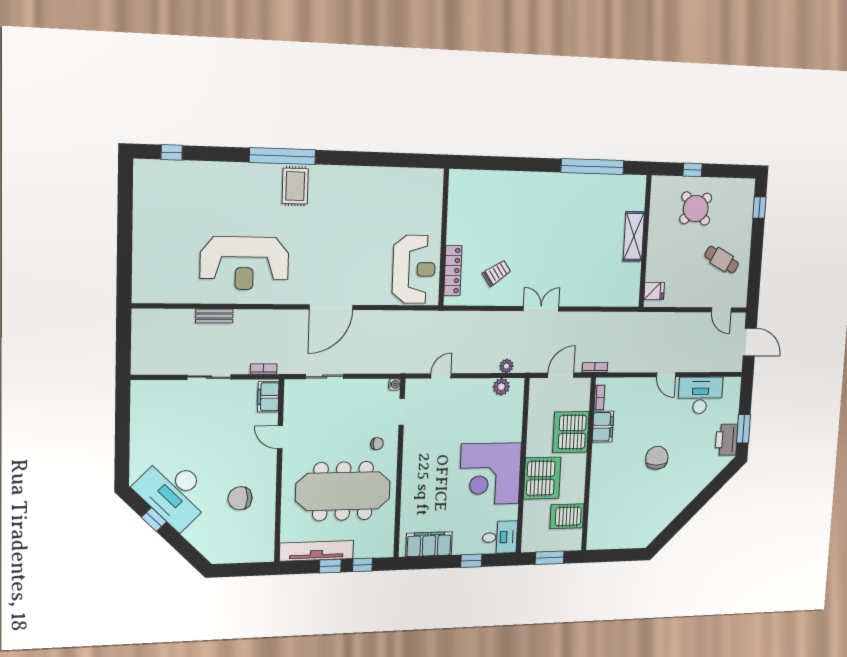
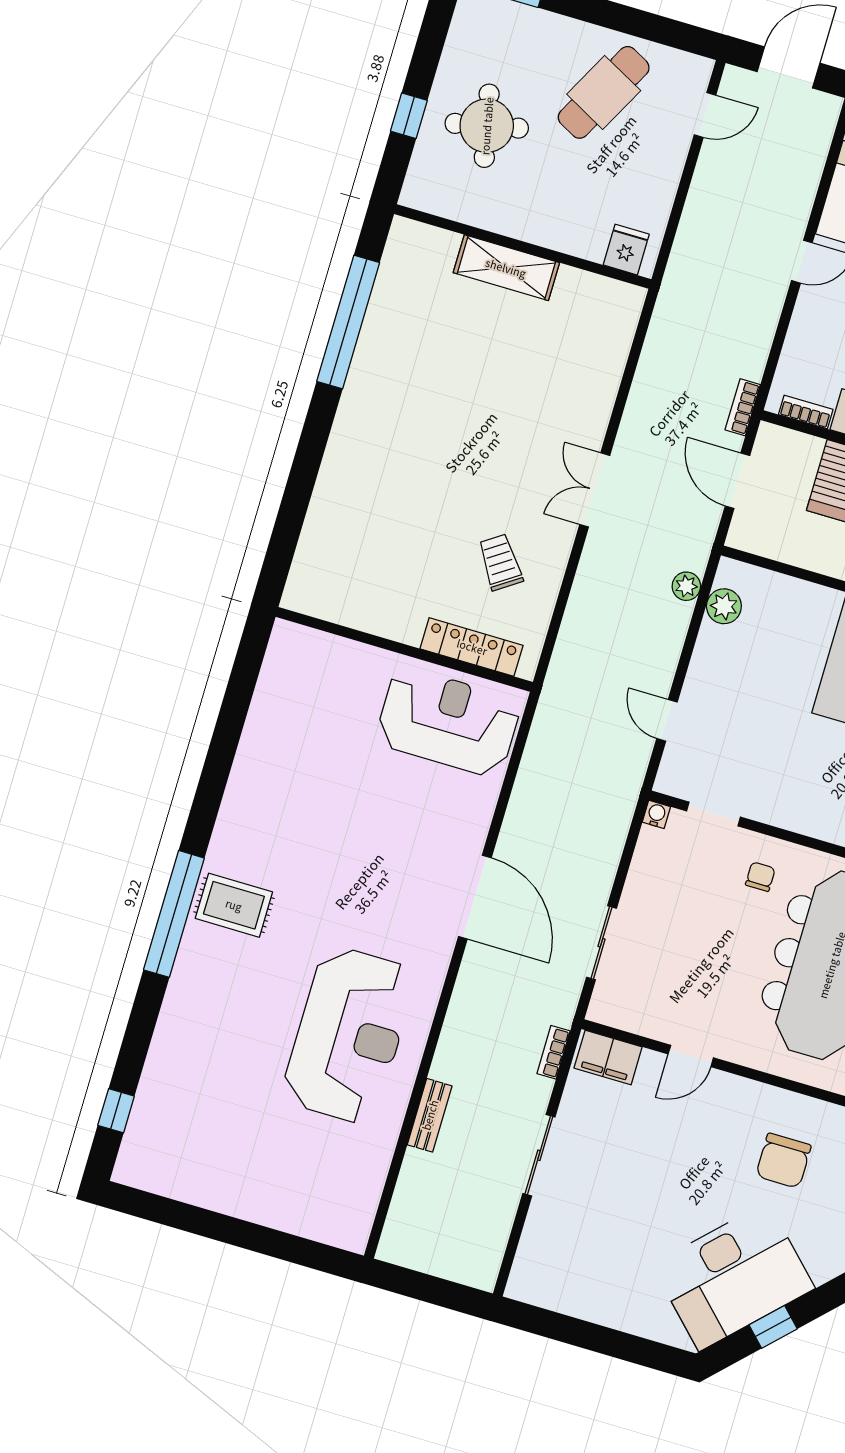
round table: (696, 208) -> (487, 126), turned 31
cafe table: (722, 260) -> (604, 92), width x1.37, depth x1.35

